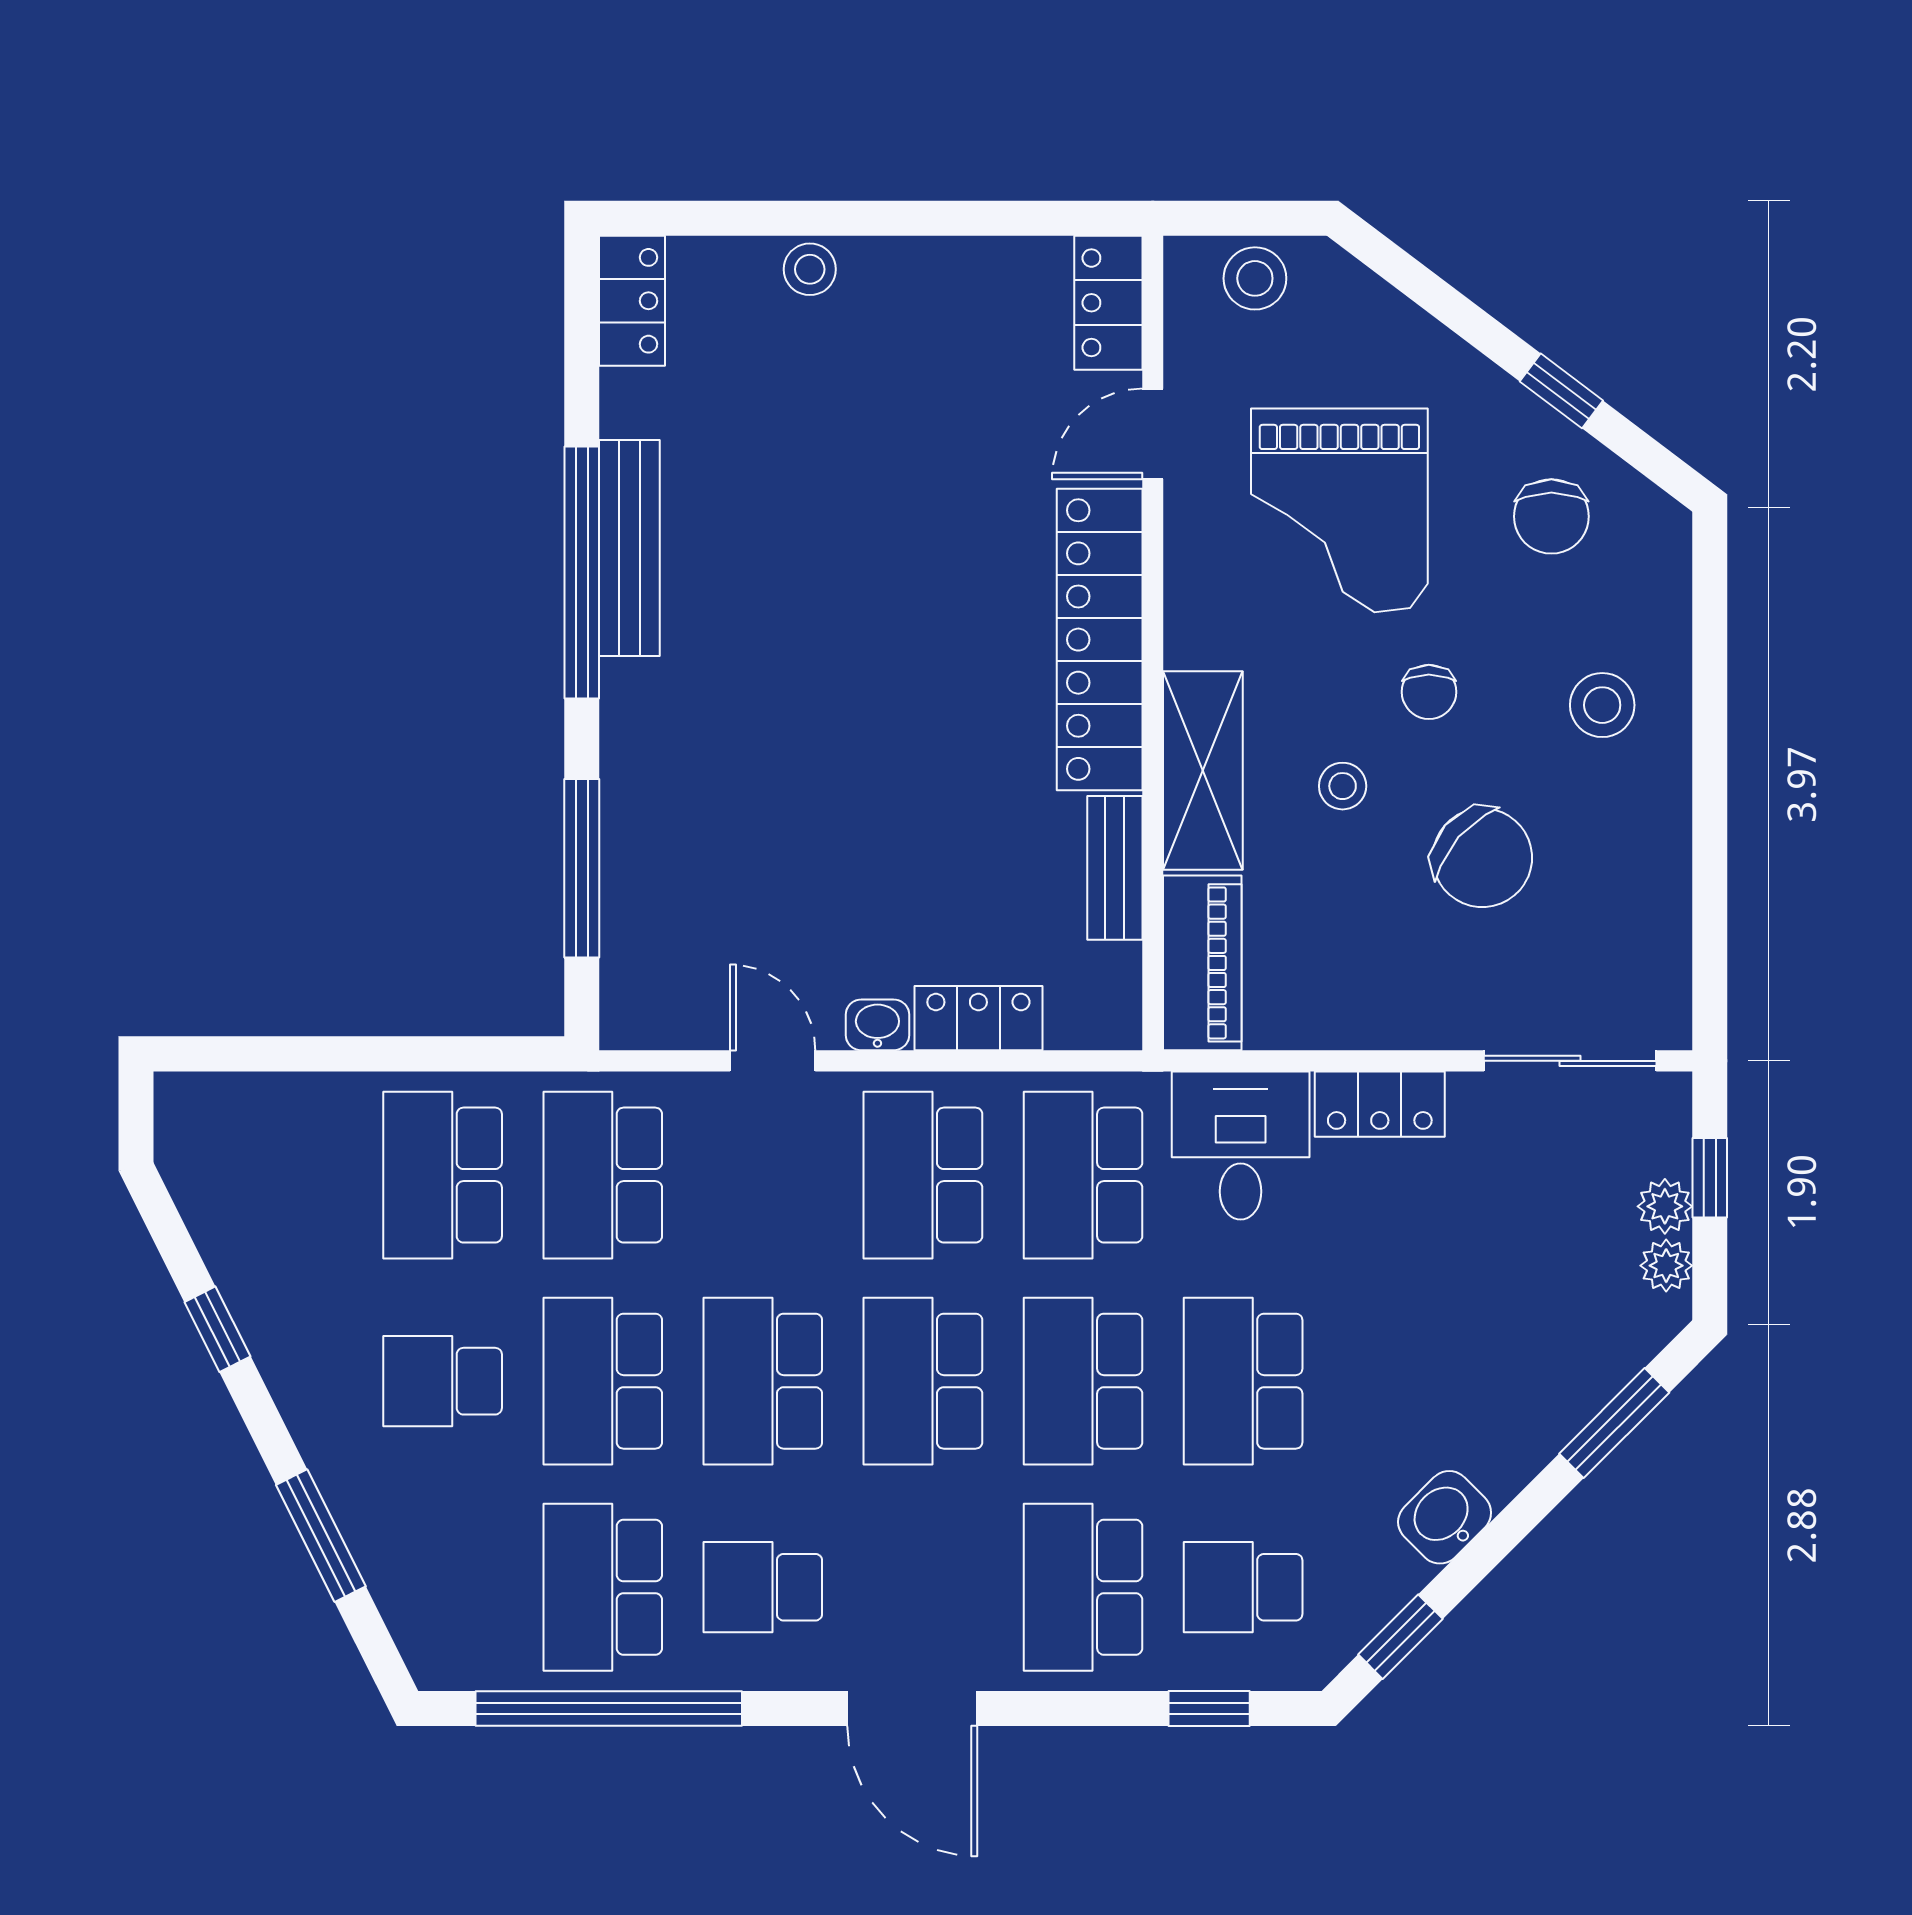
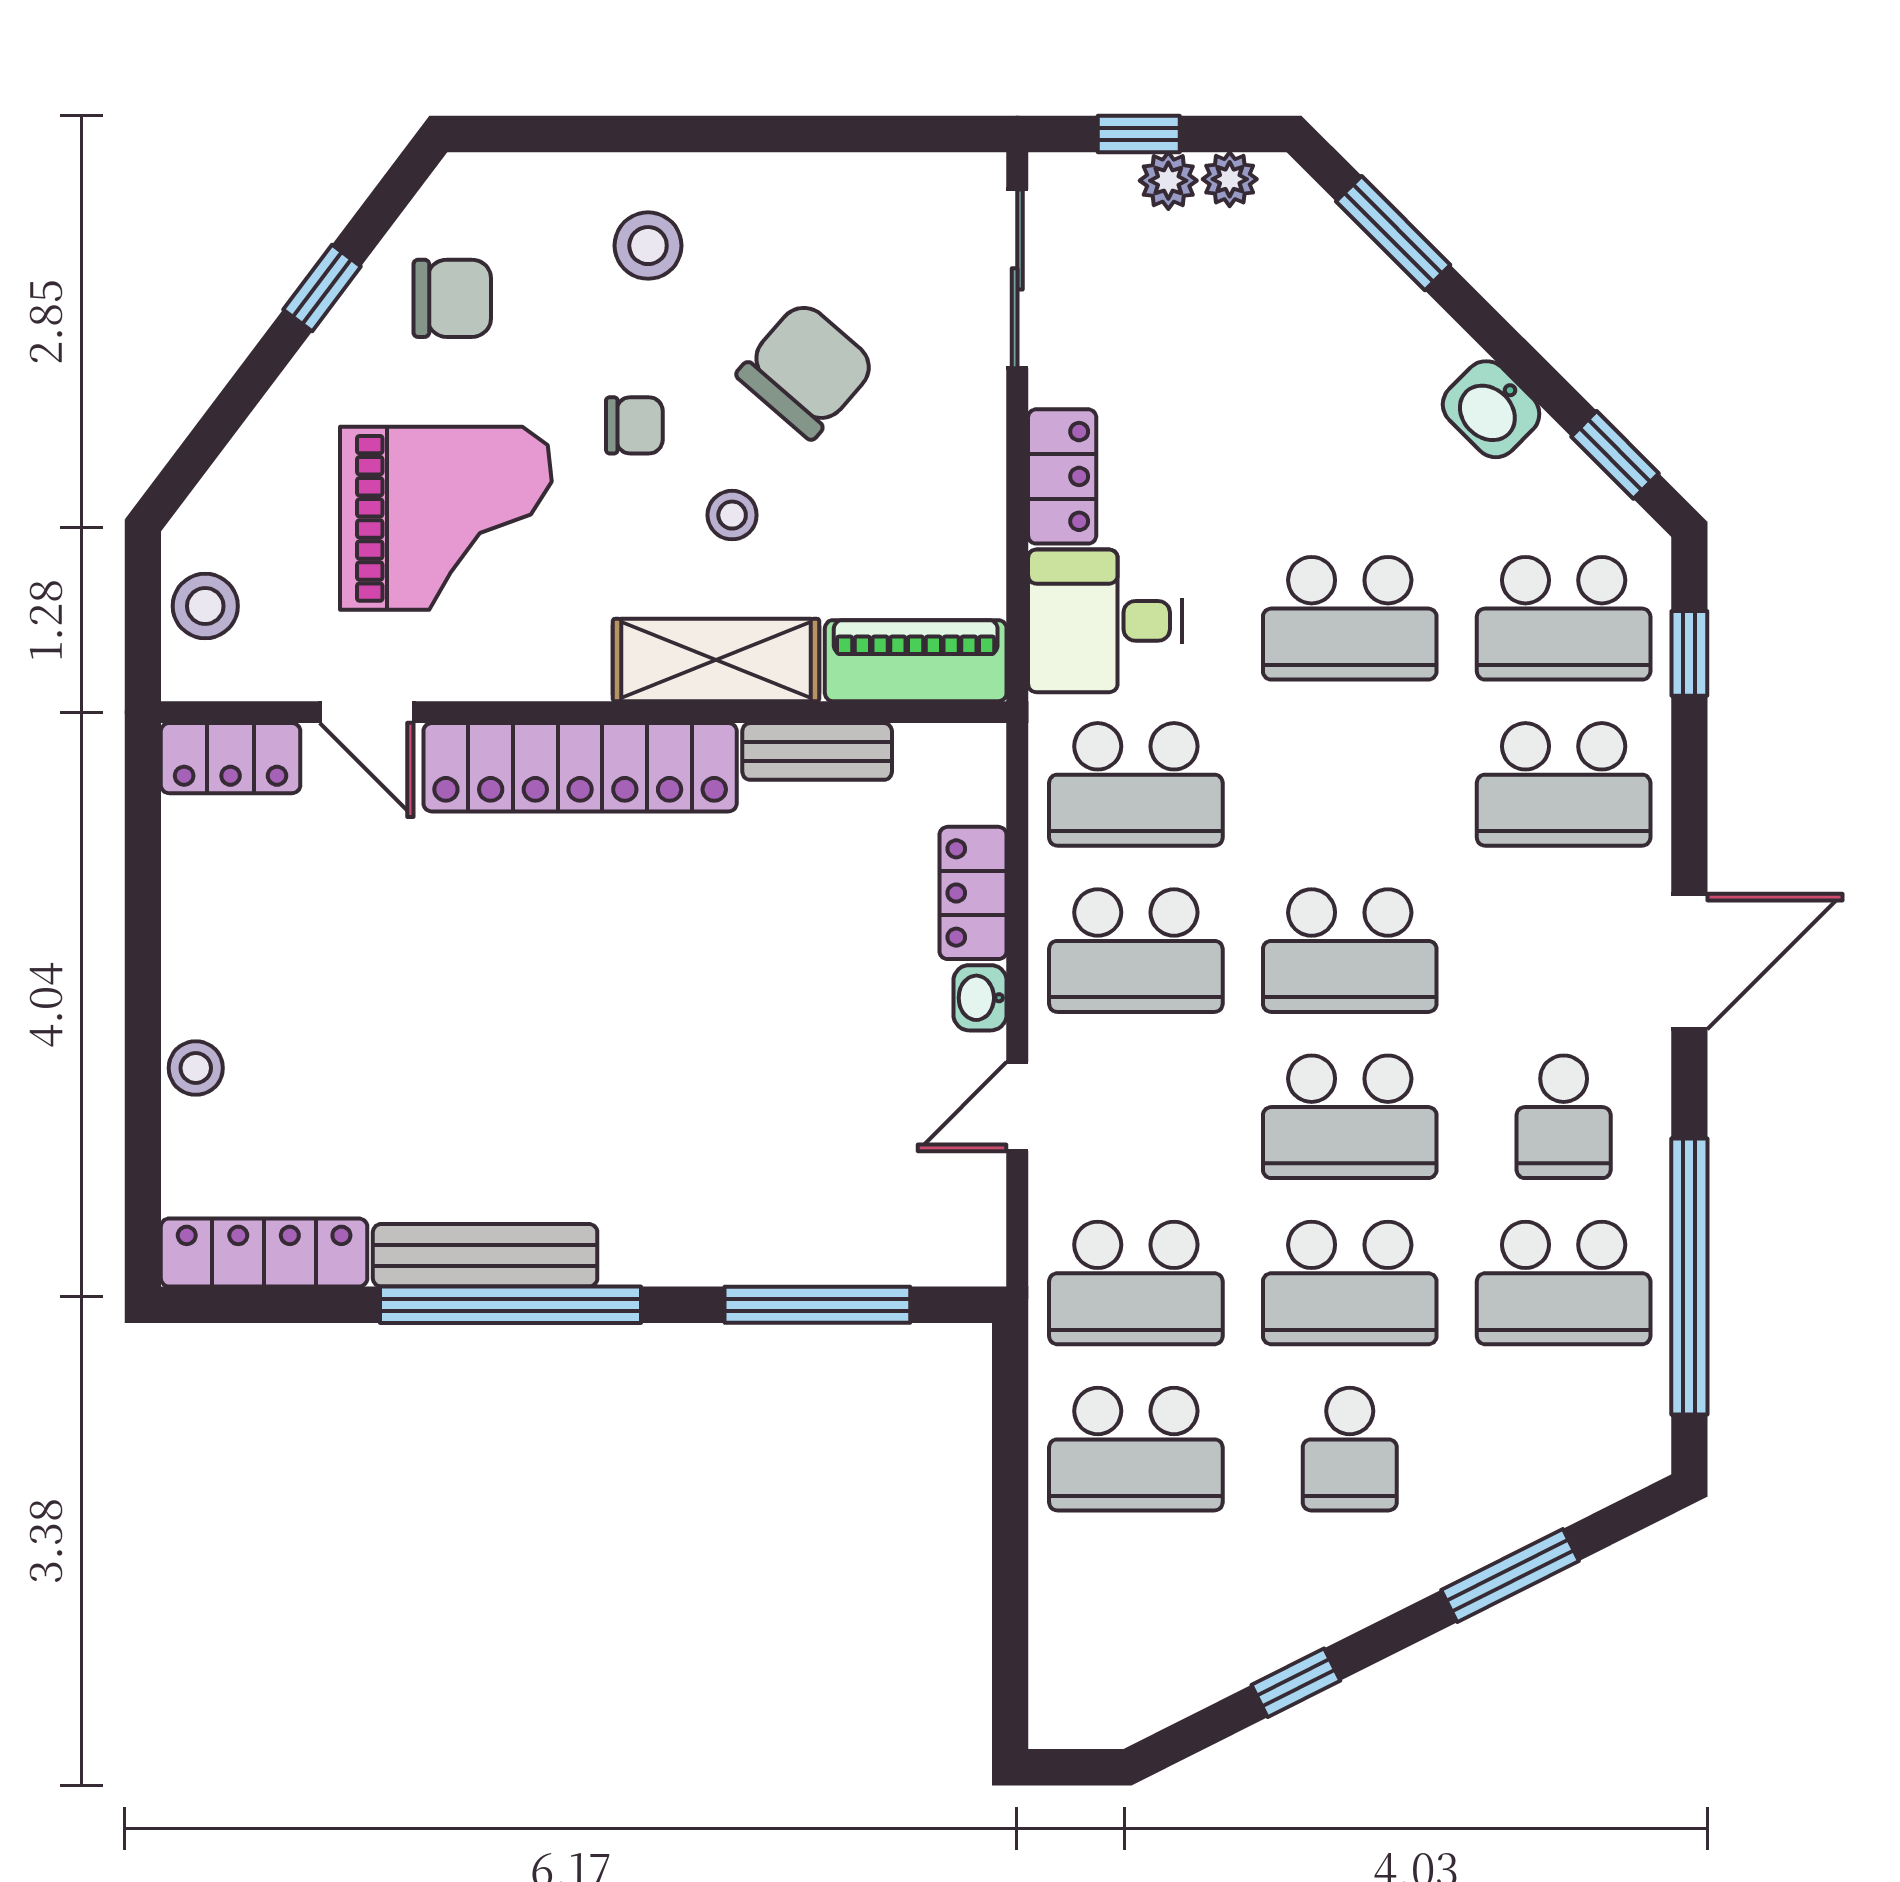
locker: (632, 301) -> (264, 1253), width x1.53
school desk: (1083, 1381) -> (1350, 784), removed
school desk: (1243, 1587) -> (1564, 618), width x1.85

